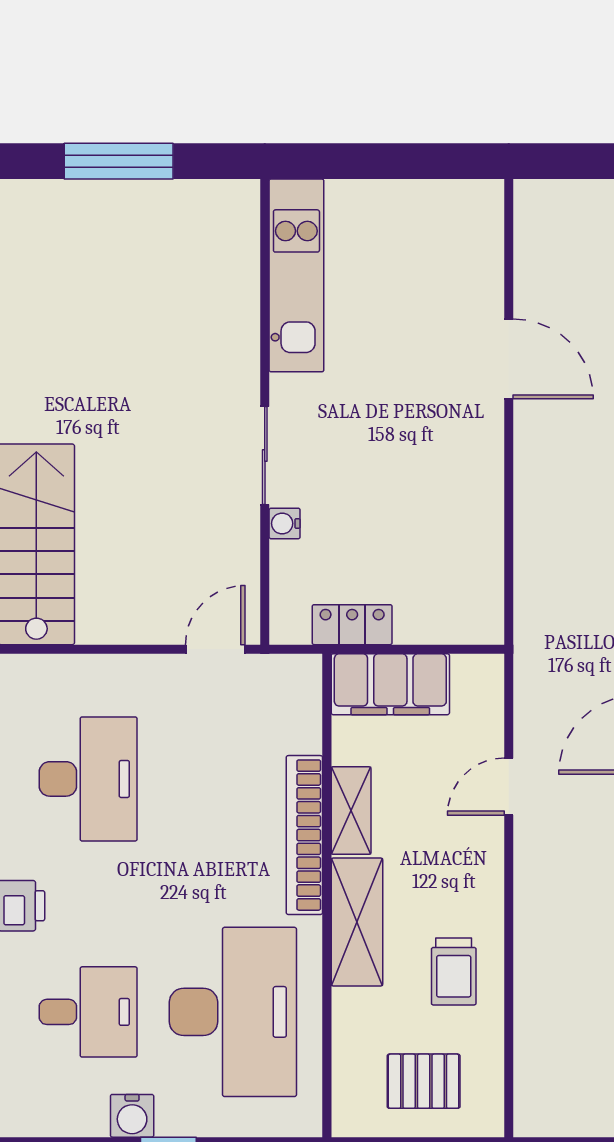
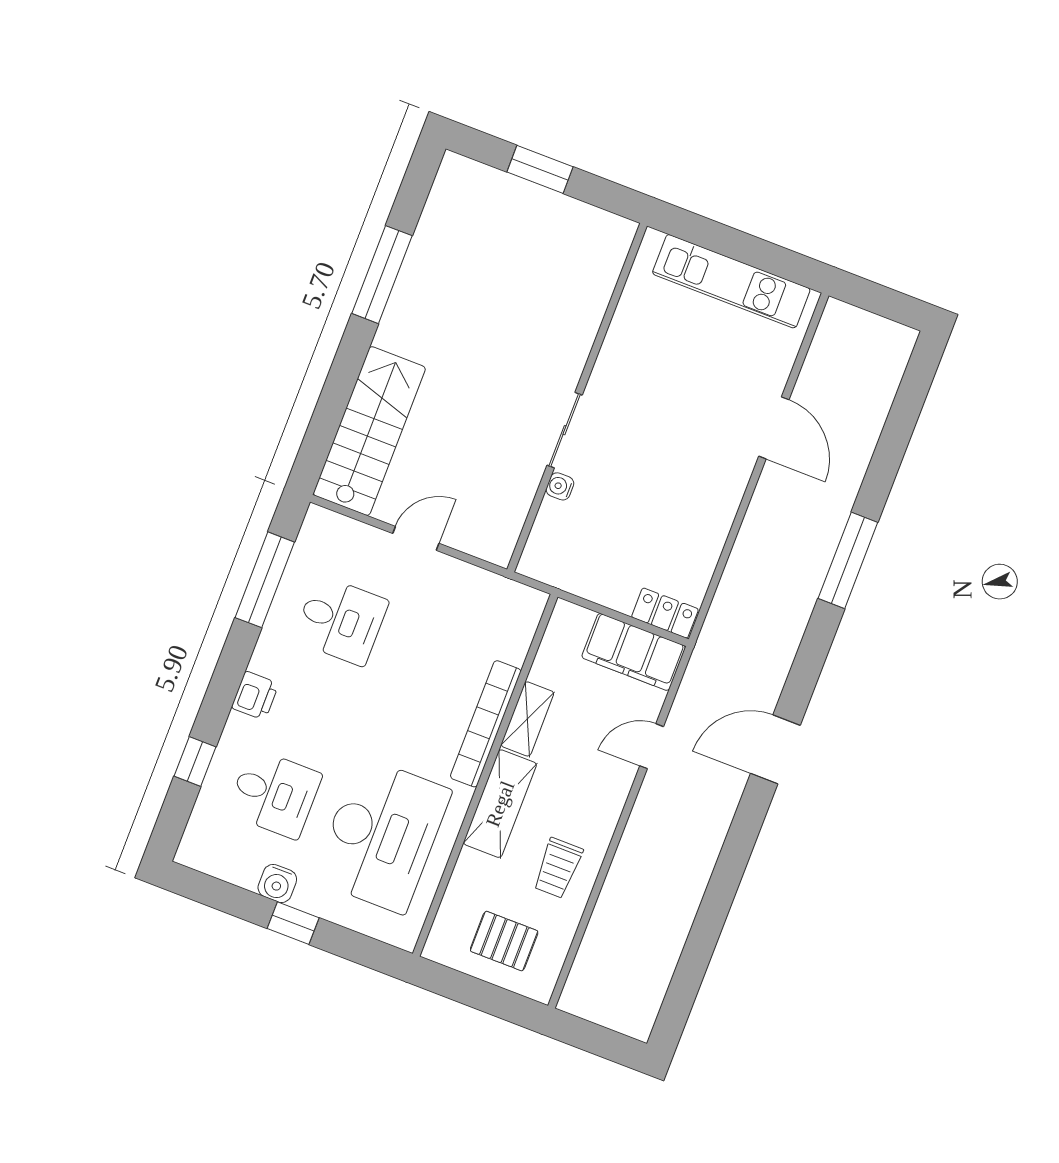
window: (119, 161) -> (540, 169), width x0.69
kitchen unit: (296, 275) -> (731, 281), moved, turned 90
locker: (352, 625) -> (665, 613), moved
door: (215, 649) -> (416, 538), moved
filing cabinet: (390, 684) -> (634, 652), moved
desk: (88, 779) -> (341, 620), width x0.73

